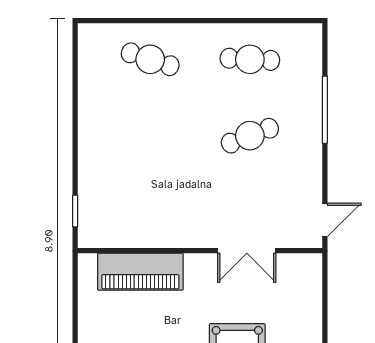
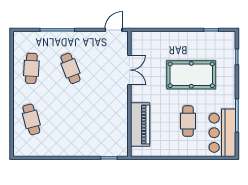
cafe table: (150, 59) -> (31, 119), turned -33
door: (325, 220) -> (114, 30), hinge flipped

